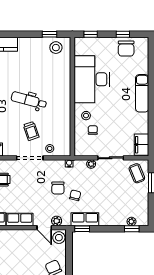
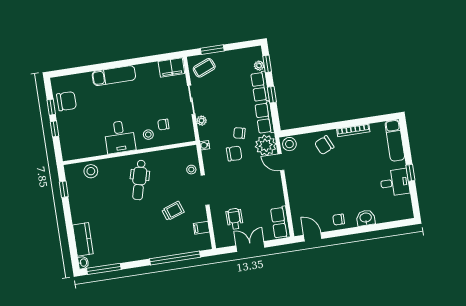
window: (91, 34) -> (55, 129), moved
stool: (56, 48) -> (91, 171), moved
desk: (92, 79) -> (120, 137), width x0.53, depth x0.77
dental chair: (29, 100) -> (139, 180), moved
trolley: (31, 131) -> (173, 211), moved
row of seats: (20, 220) -> (260, 87), moved
plant: (57, 221) -> (266, 145), width x1.88, depth x1.88
door: (44, 228) -> (281, 162), swing flipped
window: (82, 229) -> (272, 95), moved

